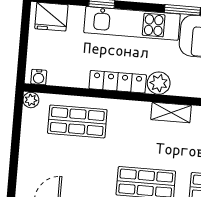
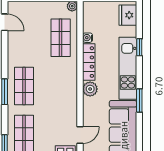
water cooler: (39, 77) -> (88, 38), moved
shelving: (171, 112) -> (72, 99), removed

